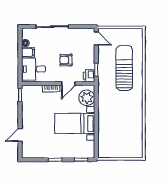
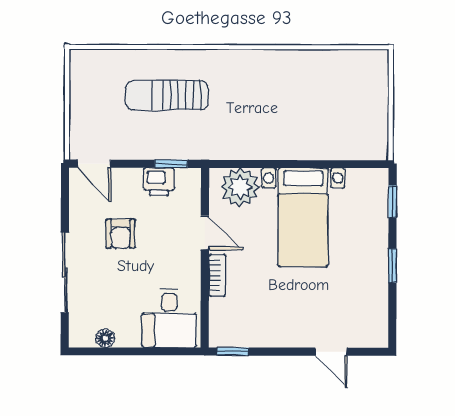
door: (96, 38) -> (94, 164), swing flipped
filing cabinet: (28, 52) -> (128, 332), removed
armchair: (66, 60) -> (121, 234), moved
sun lounger: (124, 68) -> (167, 95), width x0.73, depth x0.75
printer: (89, 76) -> (159, 182), moved

